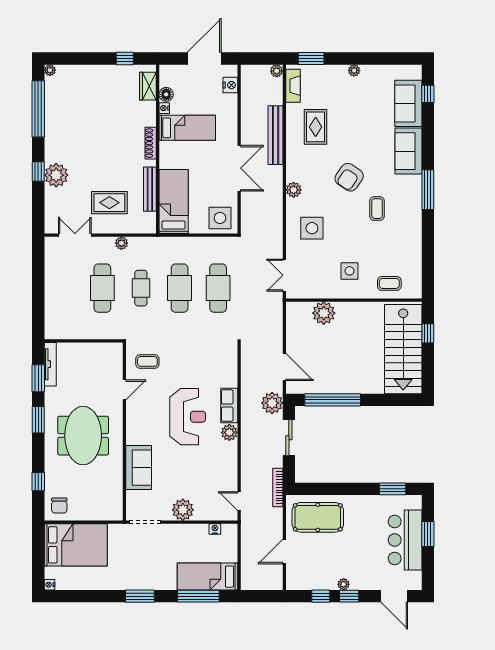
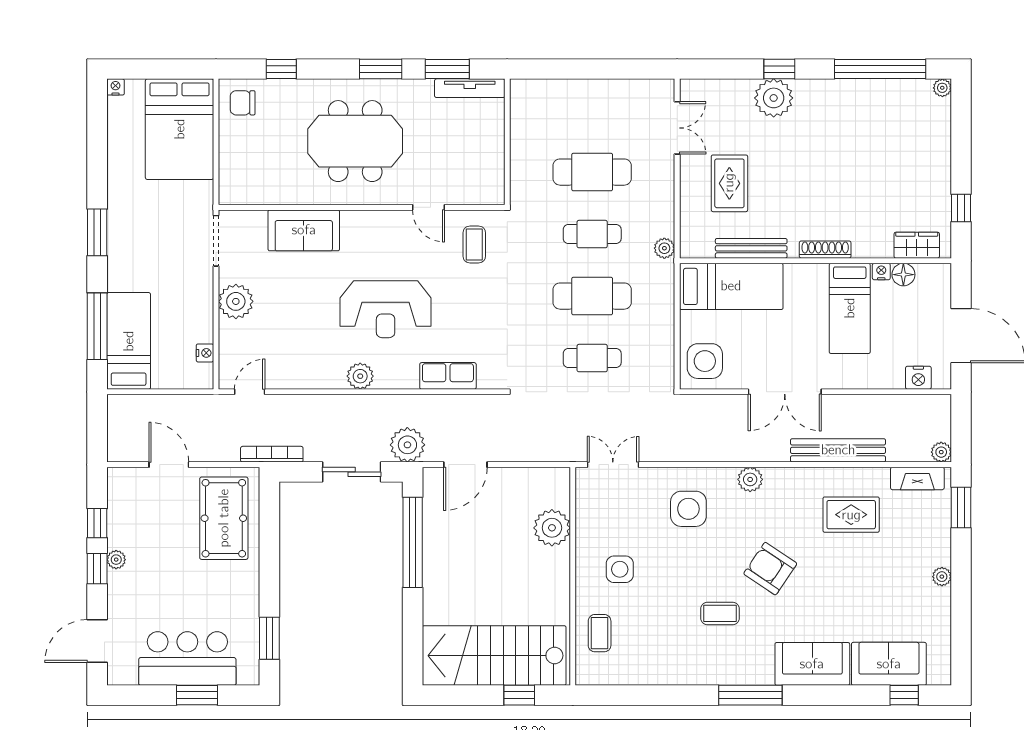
plant: (121, 243) -> (664, 248), moved
cafe table: (218, 288) -> (592, 358), width x0.73, depth x0.74
row of seats: (229, 406) -> (448, 376), moved

